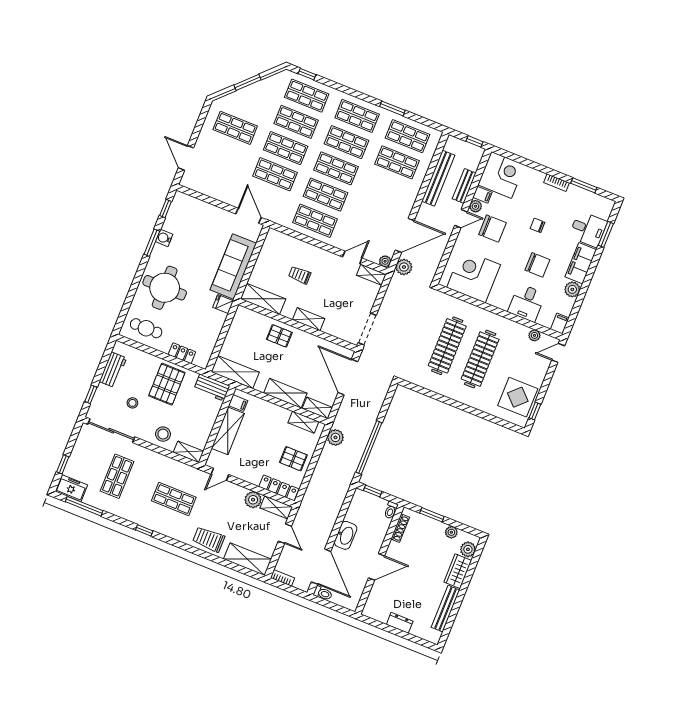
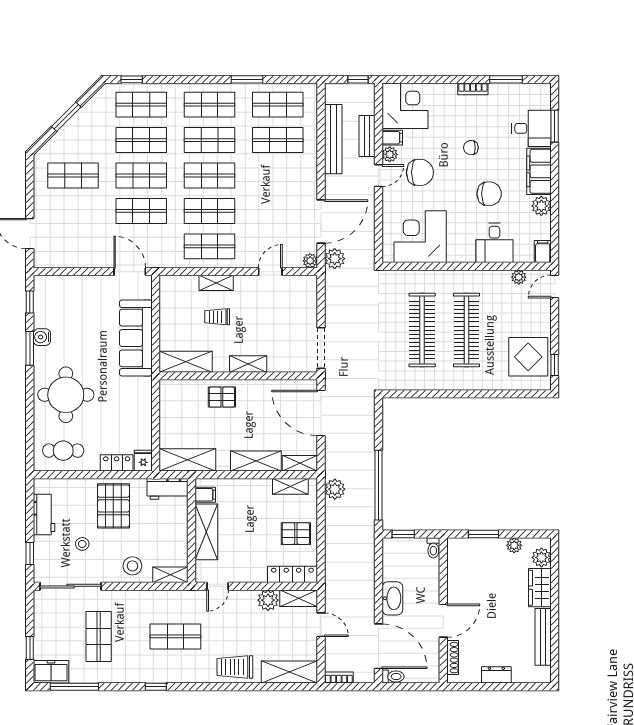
shelving: (371, 275) -> (216, 283), moved
fridge: (223, 304) -> (143, 461), moved, turned 90
shoe rack: (400, 528) -> (453, 658), moved

